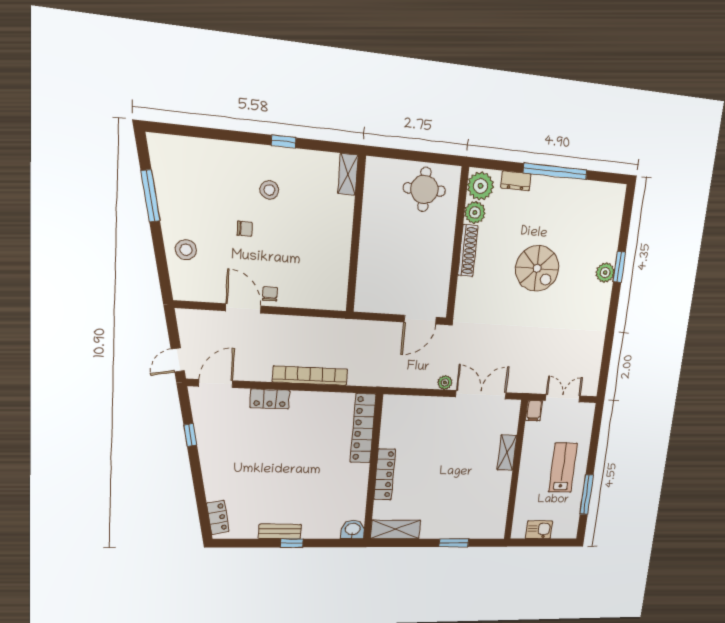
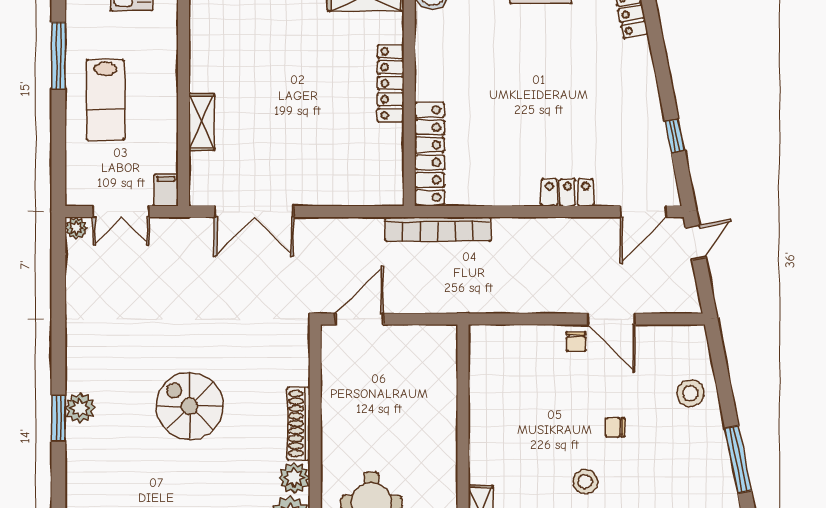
bookcase: (310, 376) -> (438, 229), moved
plant: (445, 382) -> (76, 228), moved

